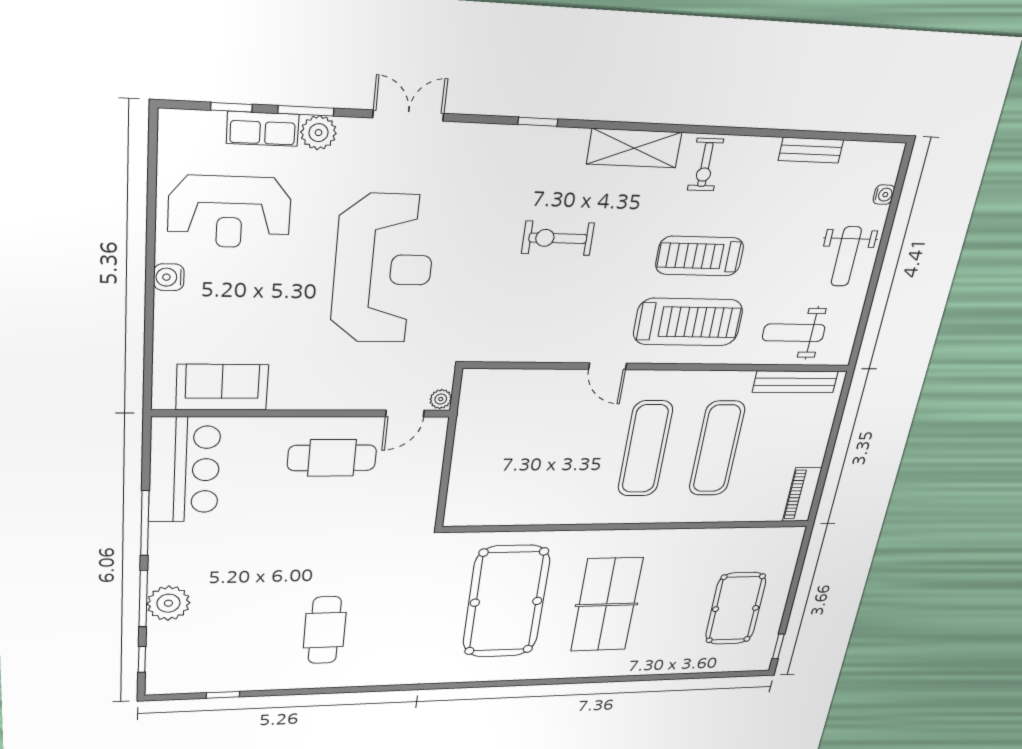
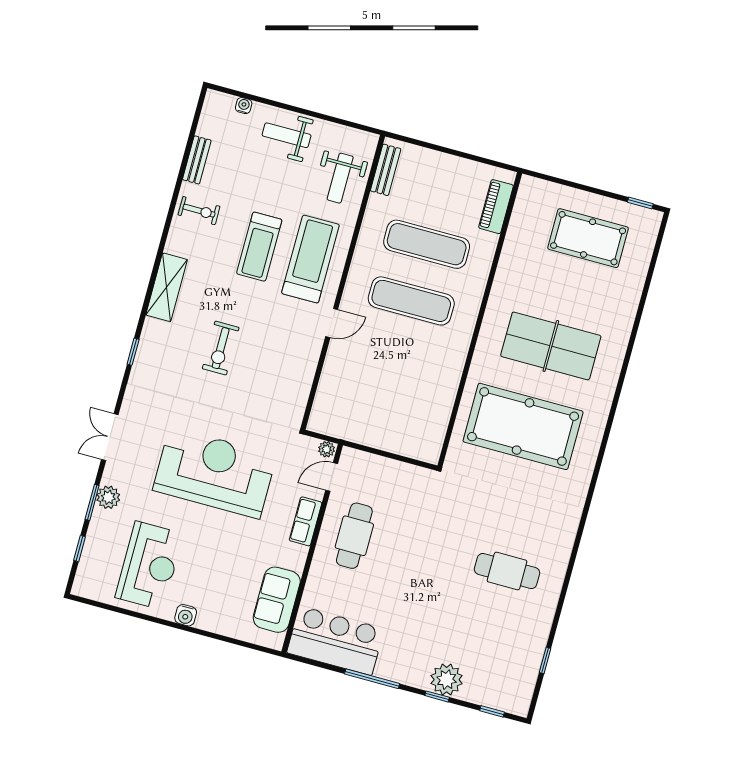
row of seats: (263, 129) -> (306, 521), moved, turned 180
exercise bike: (705, 165) -> (199, 211), moved
weight bench: (846, 256) -> (287, 135), turned 180
bench: (795, 382) -> (386, 170), width x0.73
door: (405, 413) -> (332, 477), swing flipped
piano: (802, 494) -> (496, 207), moved, turned 90
window: (143, 599) -> (437, 696), width x0.46

